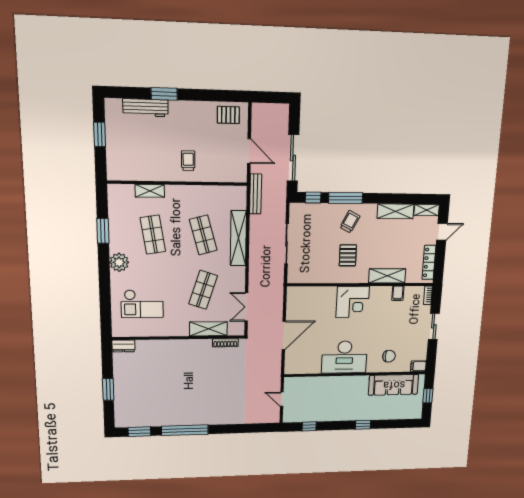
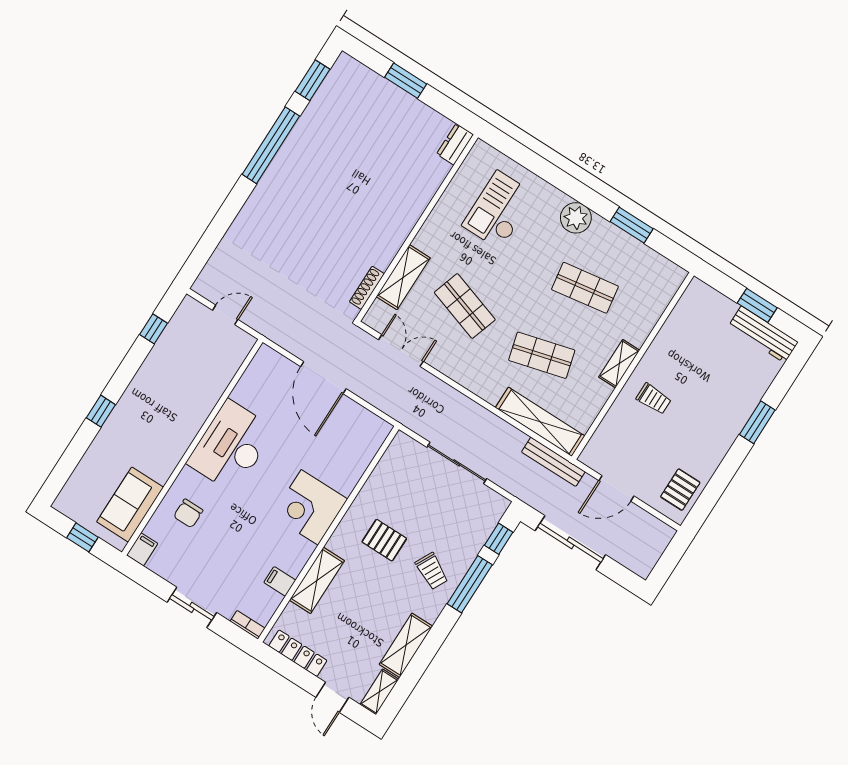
workbench: (146, 108) -> (763, 334), moved, turned -90
shelving: (150, 191) -> (619, 364), moved
shelving: (238, 238) -> (540, 422), moved
sofa: (394, 385) -> (130, 505), width x0.73

